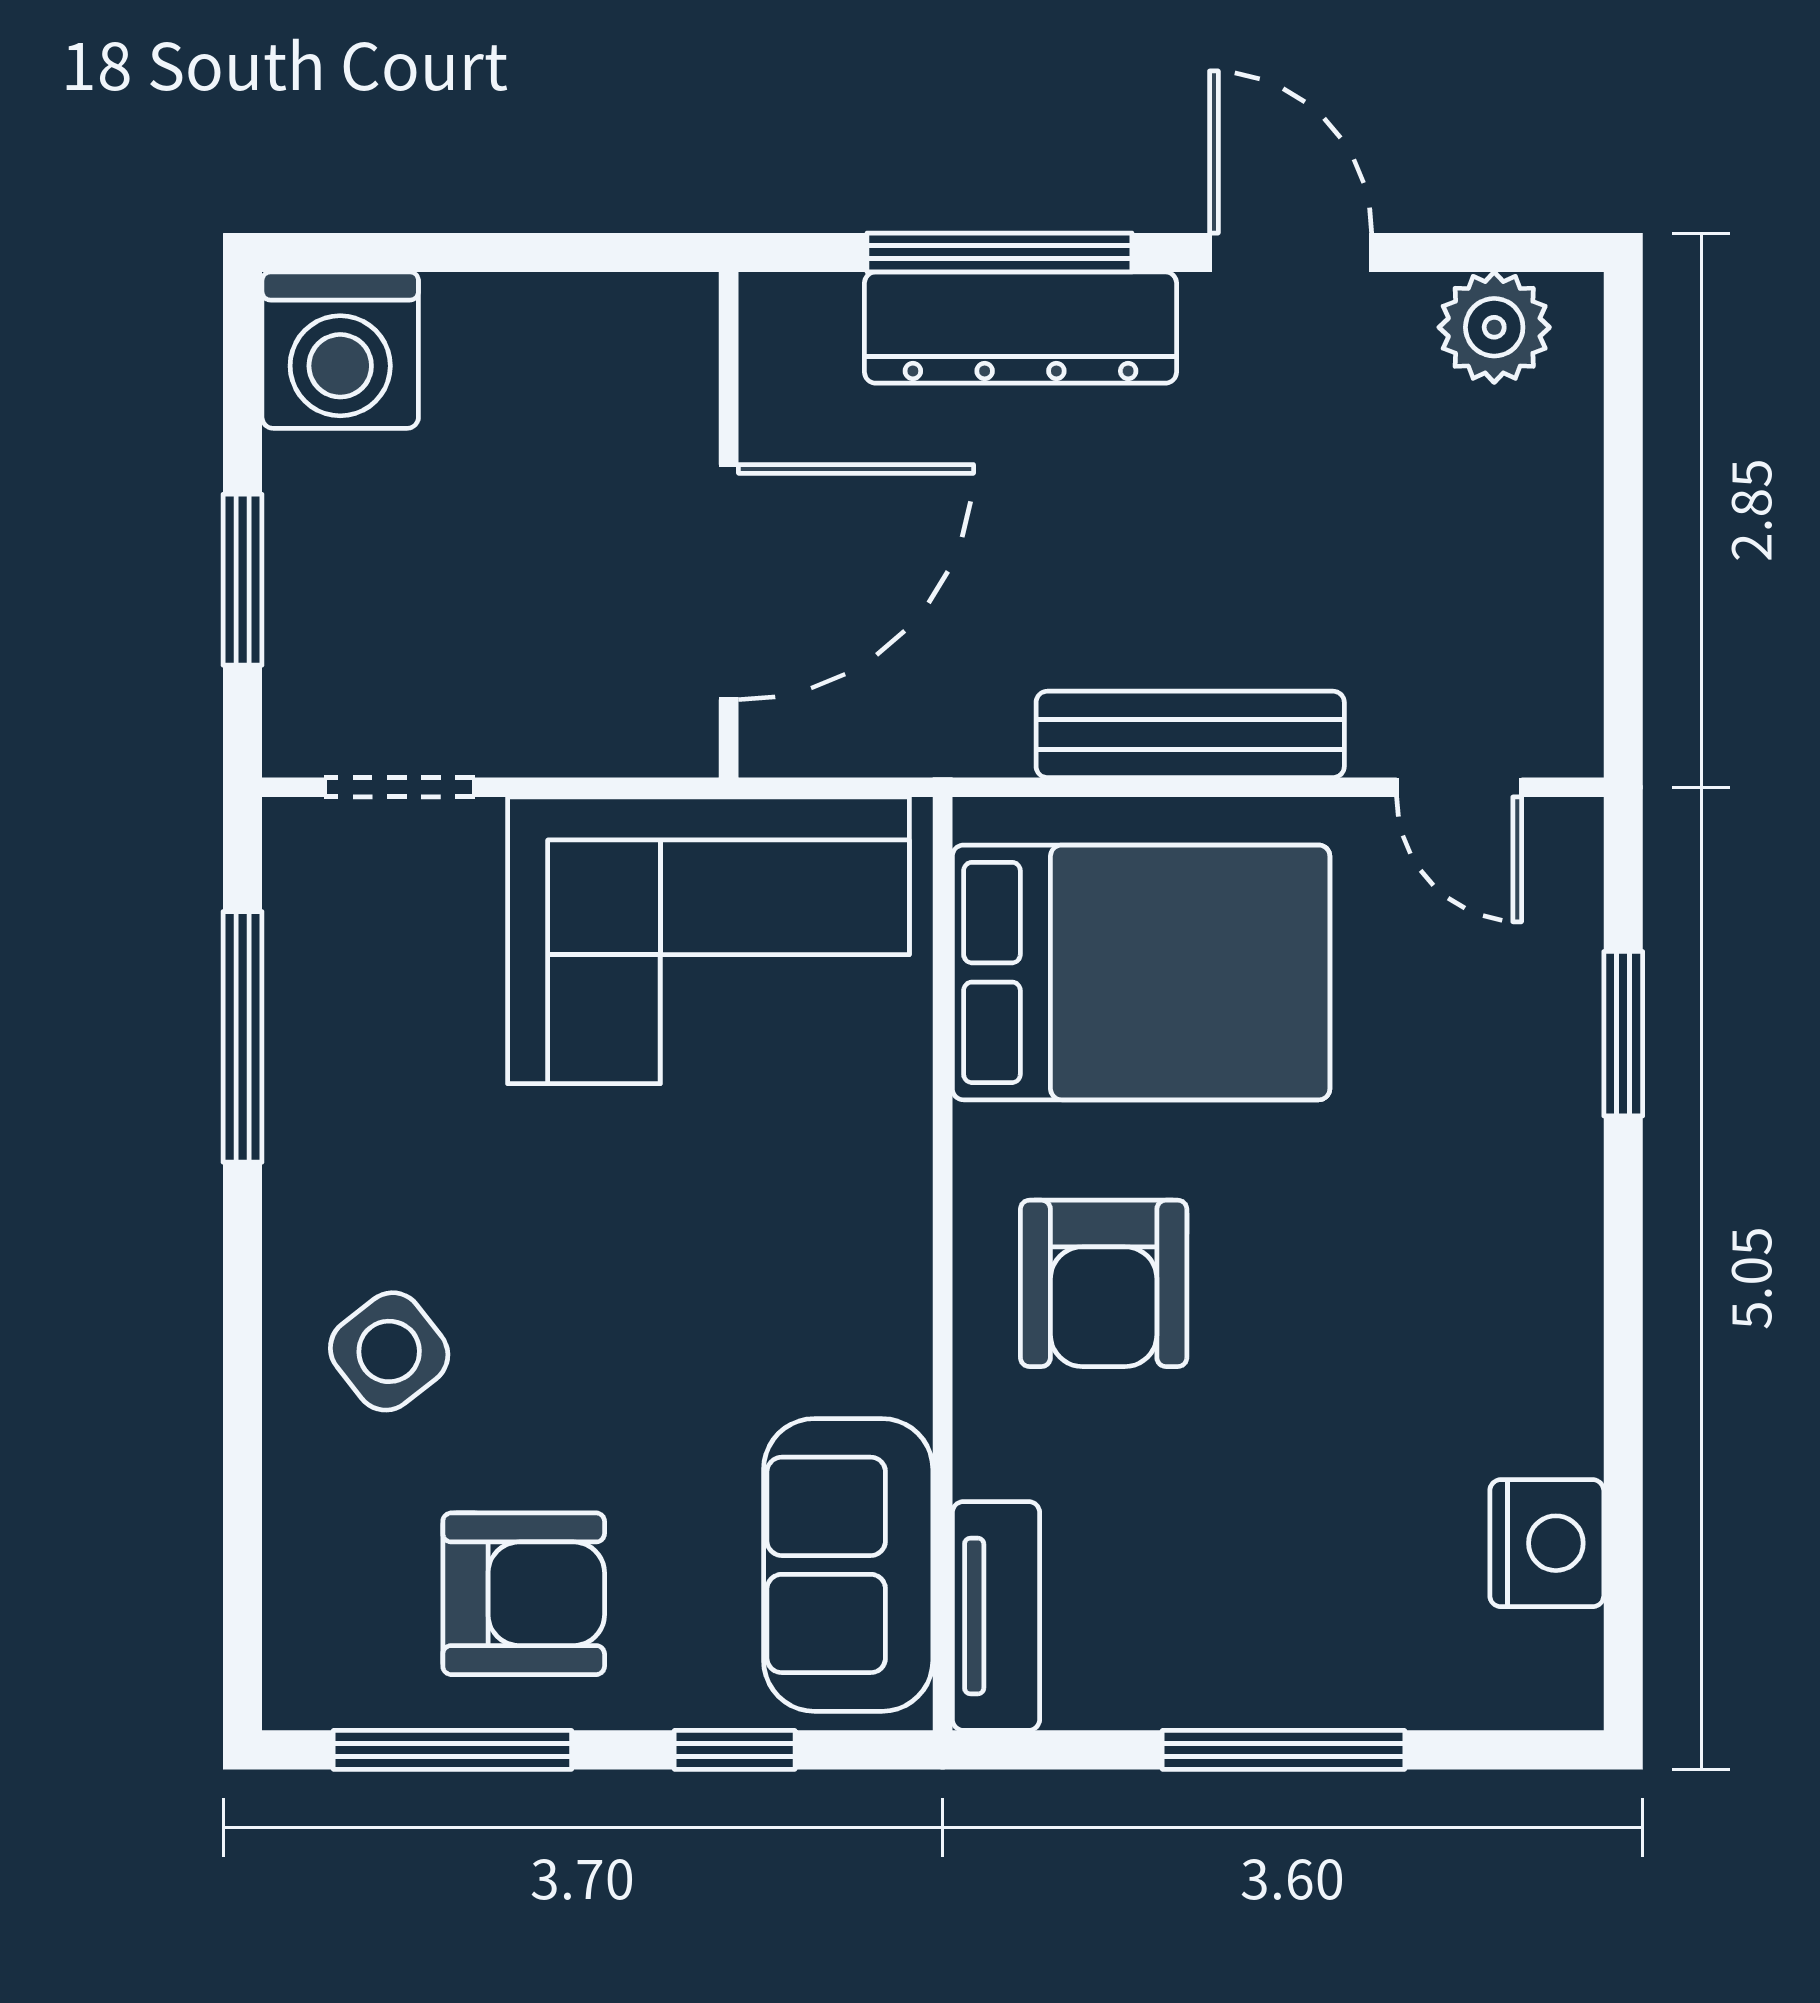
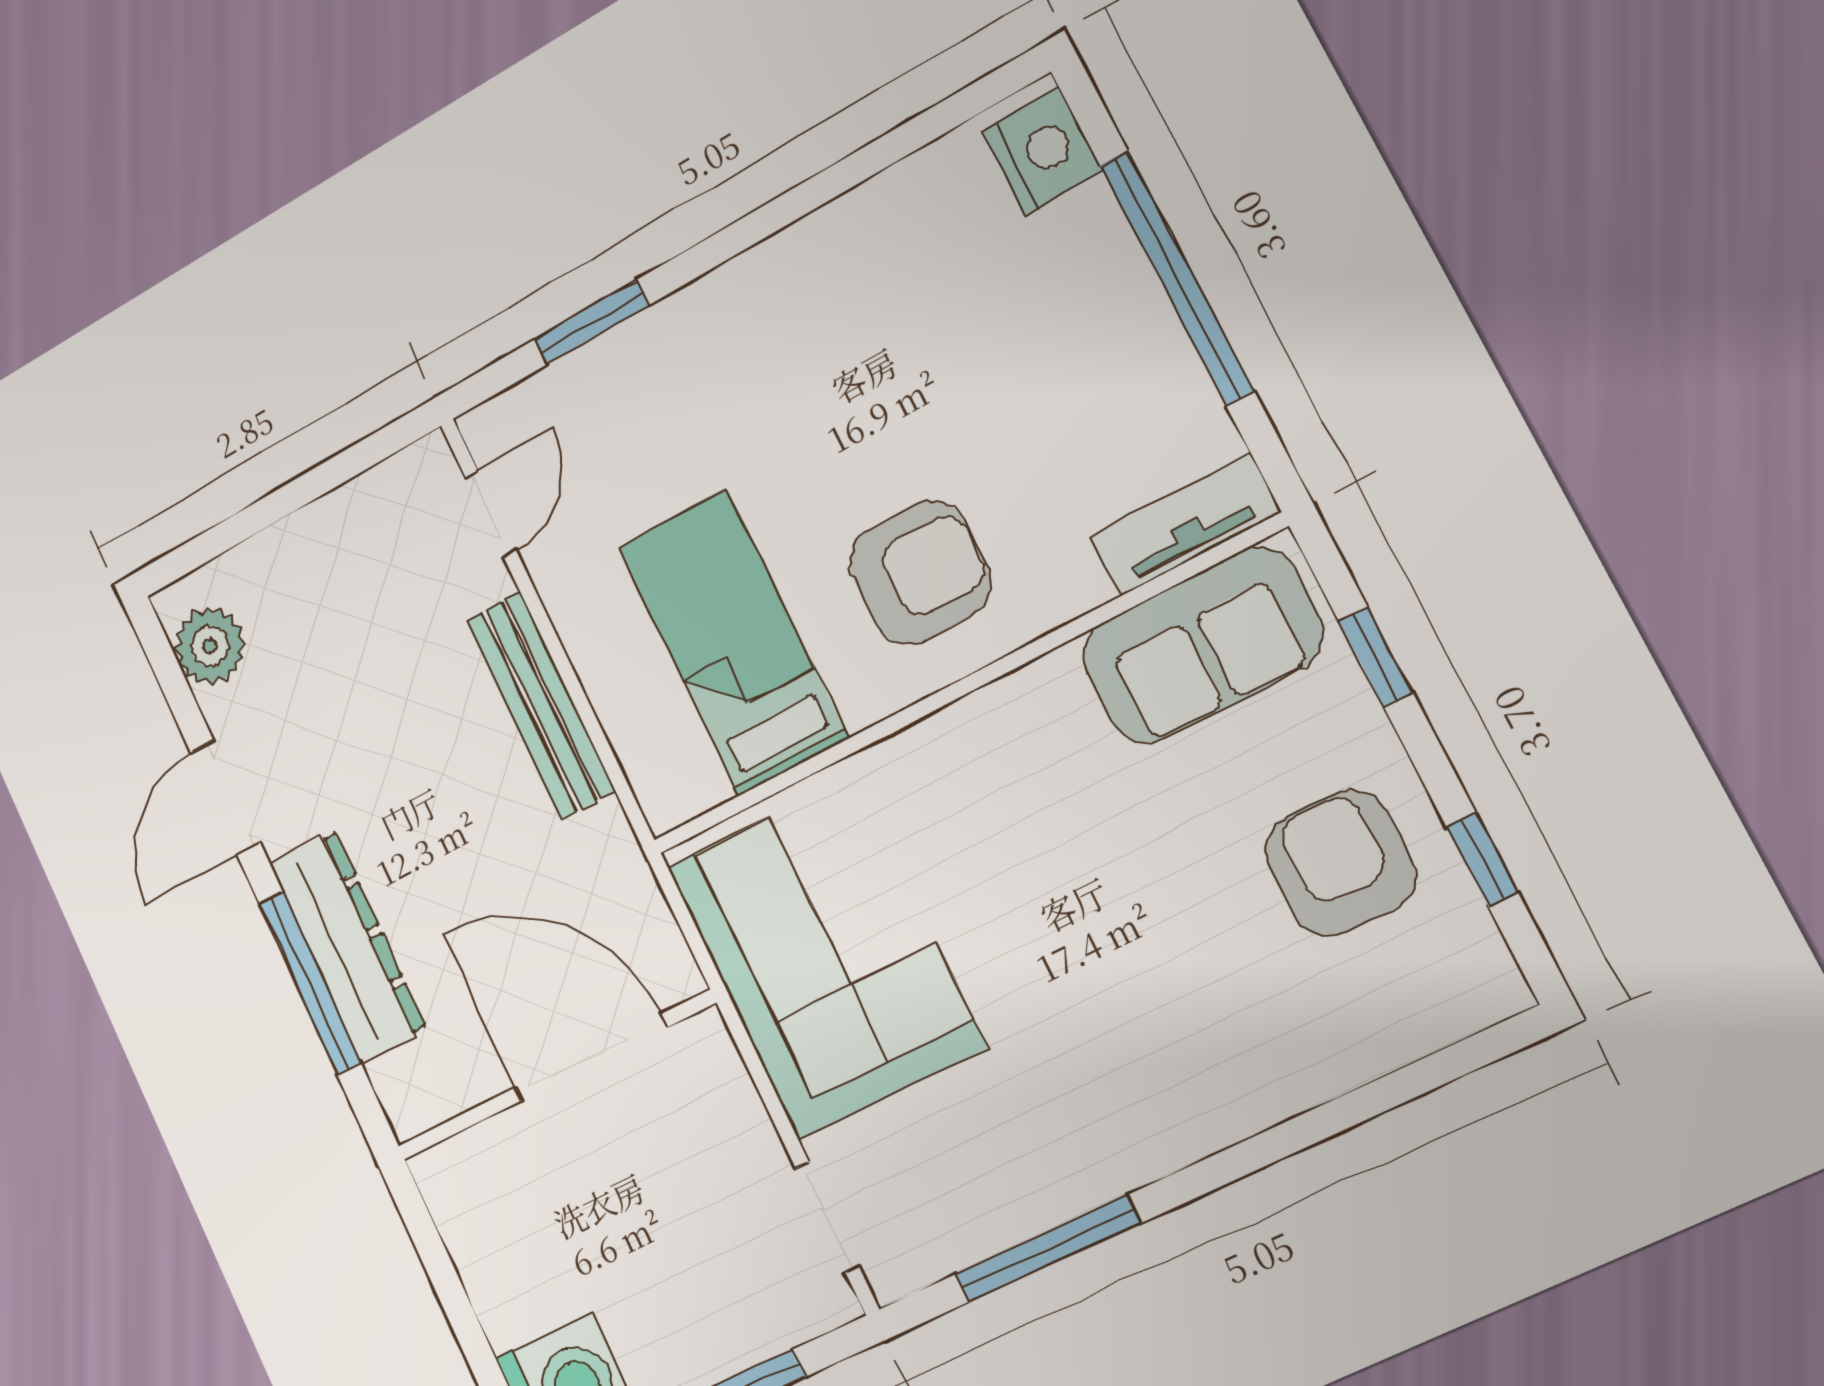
bed: (1141, 972) -> (732, 642), width x0.67
side table: (389, 1351) -> (1215, 1042), removed
nightstand: (1547, 1543) -> (1042, 151), moved, turned 90
window: (452, 1750) -> (1482, 859), width x0.46
window: (1283, 1750) -> (1177, 278), width x1.46

